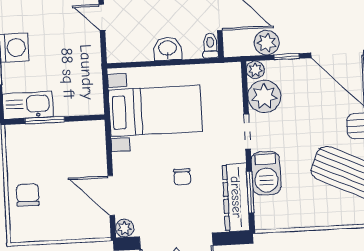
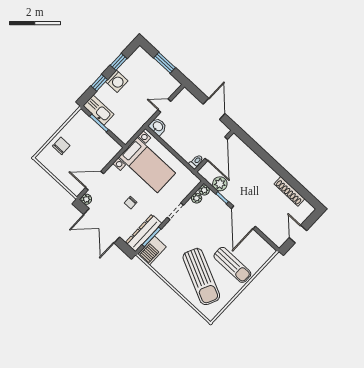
door: (102, 17) -> (164, 106), hinge flipped
washbasin: (168, 49) -> (158, 127), moved
plant: (264, 96) -> (197, 198), width x0.53, depth x0.53
barbecue: (266, 173) -> (152, 250), moved
door: (111, 195) -> (94, 181), hinge flipped

